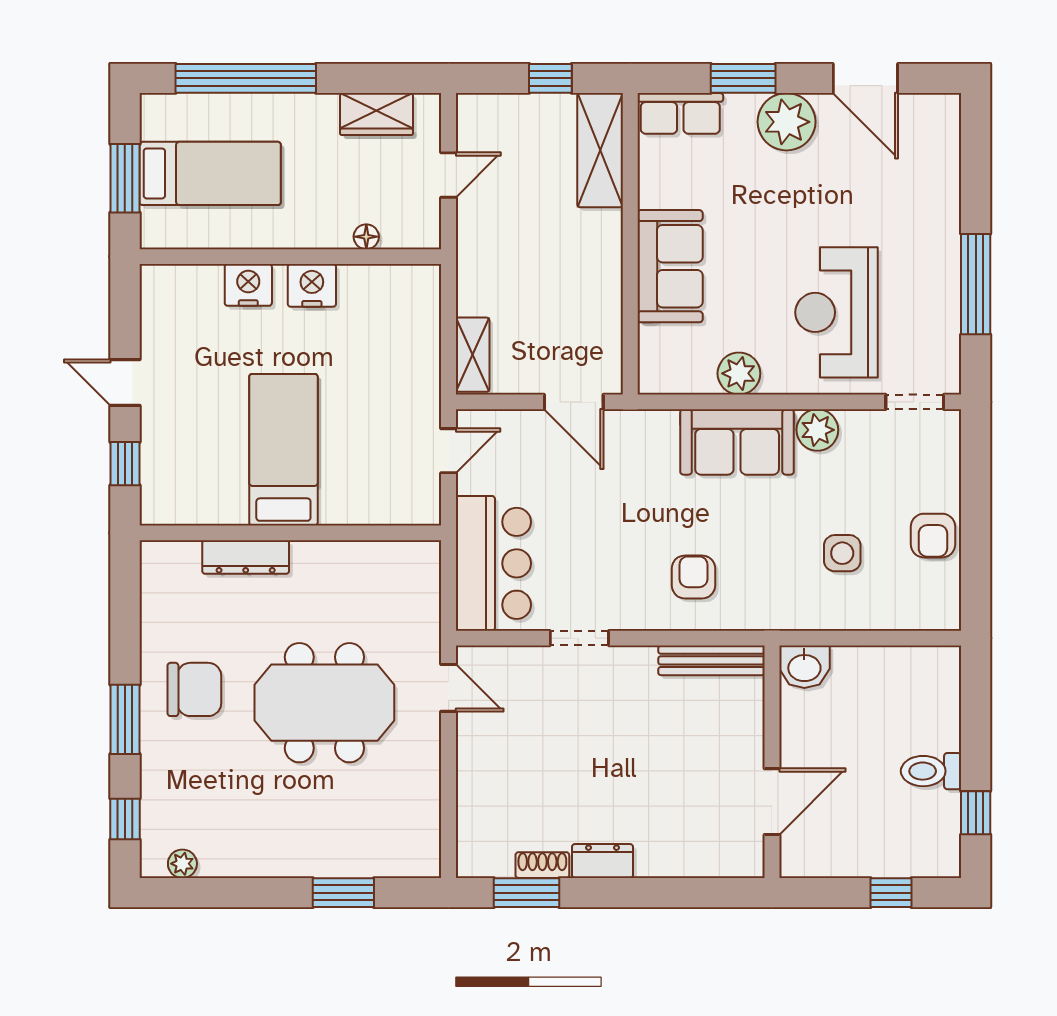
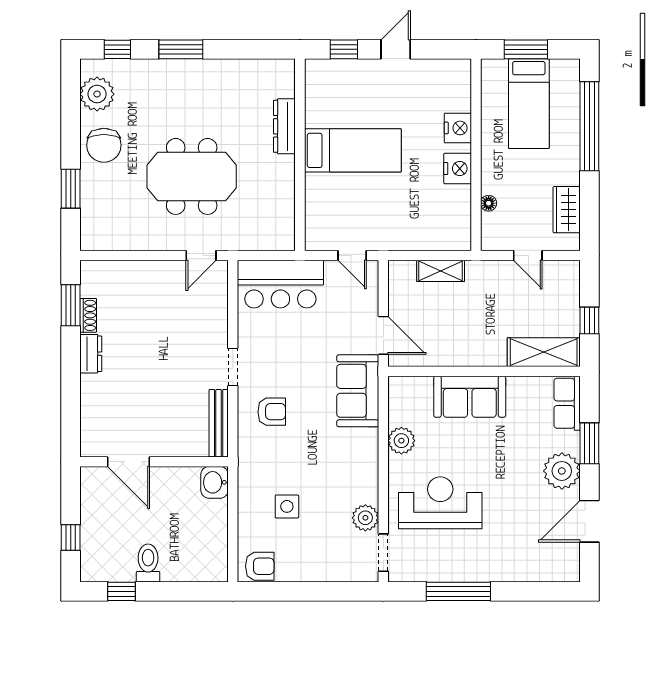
shelving: (473, 355) -> (441, 271), moved
door: (574, 402) -> (383, 335), swing flipped
plant: (817, 430) -> (365, 518), moved
sofa: (737, 442) -> (358, 391), moved
armchair: (933, 536) -> (260, 566), moved, turned 180
doorway: (579, 638) -> (233, 367), moved
chair: (194, 689) -> (104, 145), moved
meeting table: (324, 703) -> (192, 176), turned 90
plant: (182, 864) -> (97, 94), width x1.87, depth x1.87

